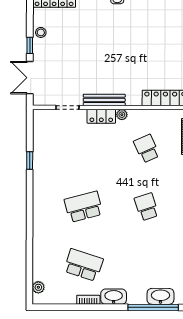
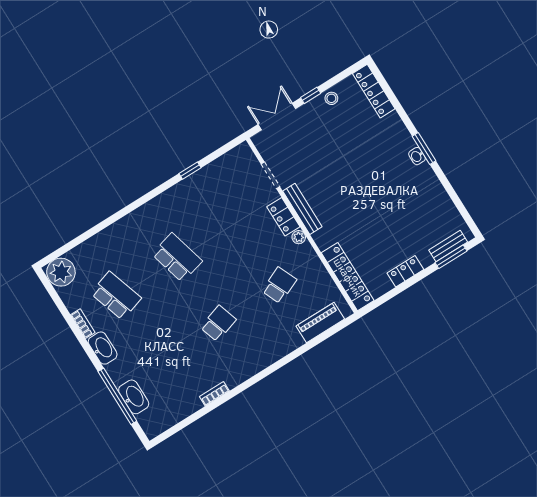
school desk: (83, 265) -> (116, 296), turned -36
plant: (38, 287) -> (61, 272), width x1.88, depth x1.88

